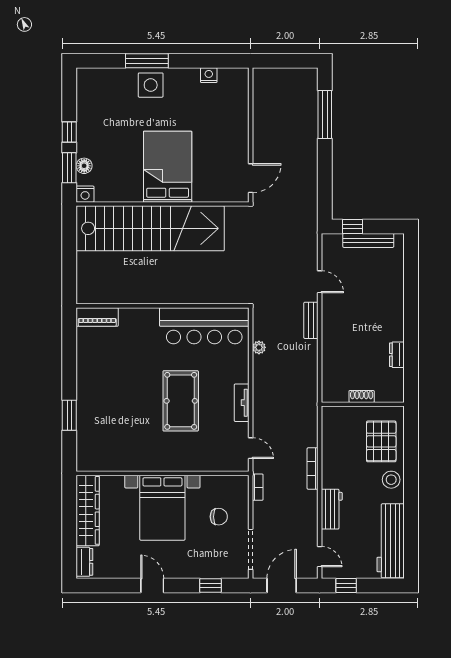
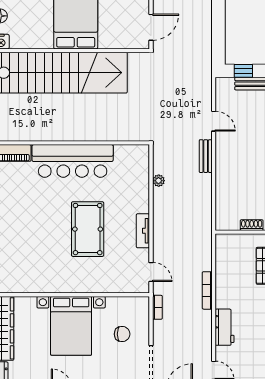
bar counter: (204, 326) -> (73, 161), moved

